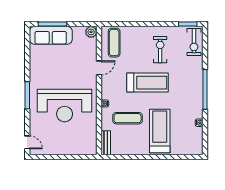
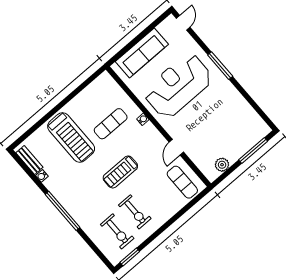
plant: (91, 32) -> (222, 165), moved
sofa: (51, 35) -> (142, 53), moved, turned 180
exercise bike: (194, 42) -> (117, 231), moved, turned 180
treadmill: (148, 83) -> (120, 172), width x0.73, depth x0.73
door: (27, 142) -> (183, 23), swing flipped
bench: (106, 143) -> (29, 160), moved

